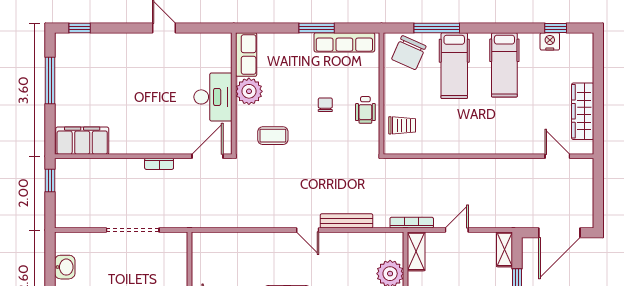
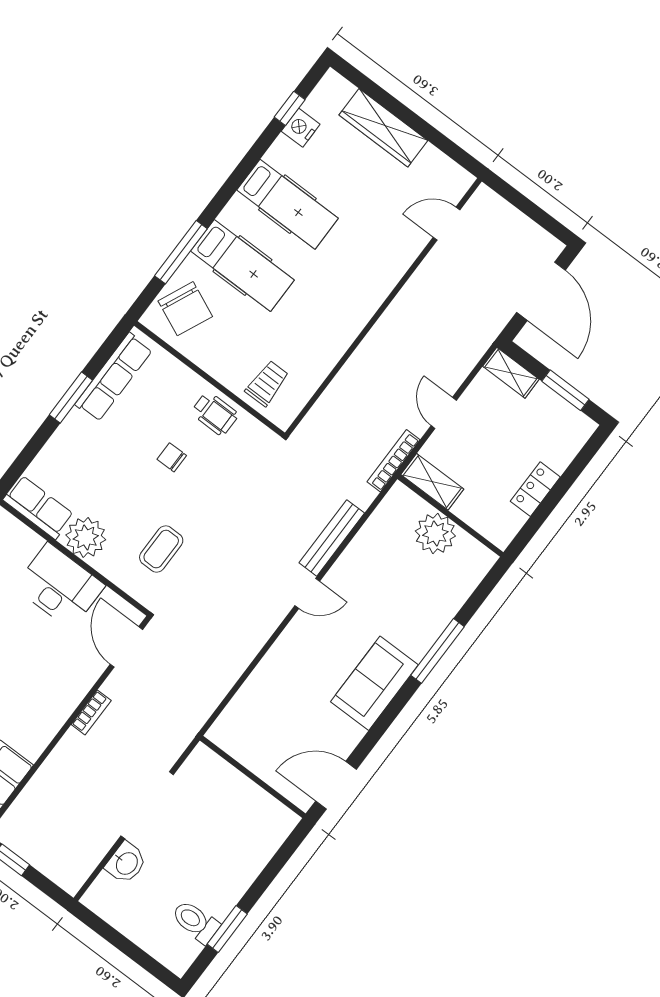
wardrobe: (583, 111) -> (383, 128), moved
washbasin: (65, 267) -> (126, 863), moved, turned 90

